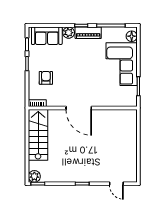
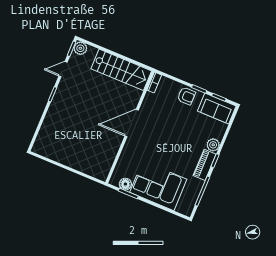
sofa: (47, 36) -> (217, 109), moved, turned -90
floor lamp: (132, 36) -> (125, 184), moved
armchair: (46, 78) -> (186, 96), moved
door: (116, 184) -> (63, 69), moved

